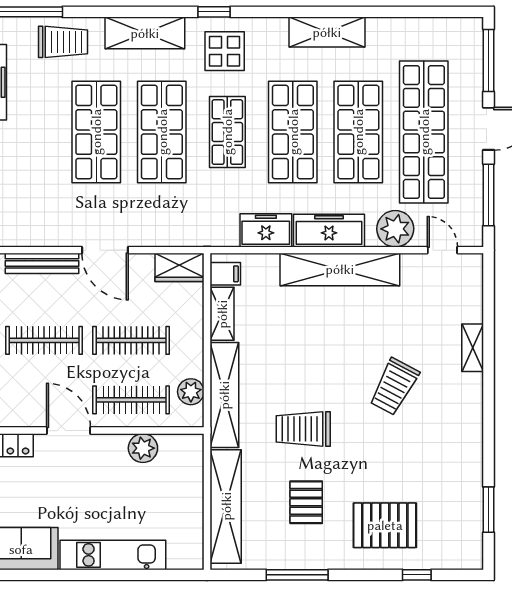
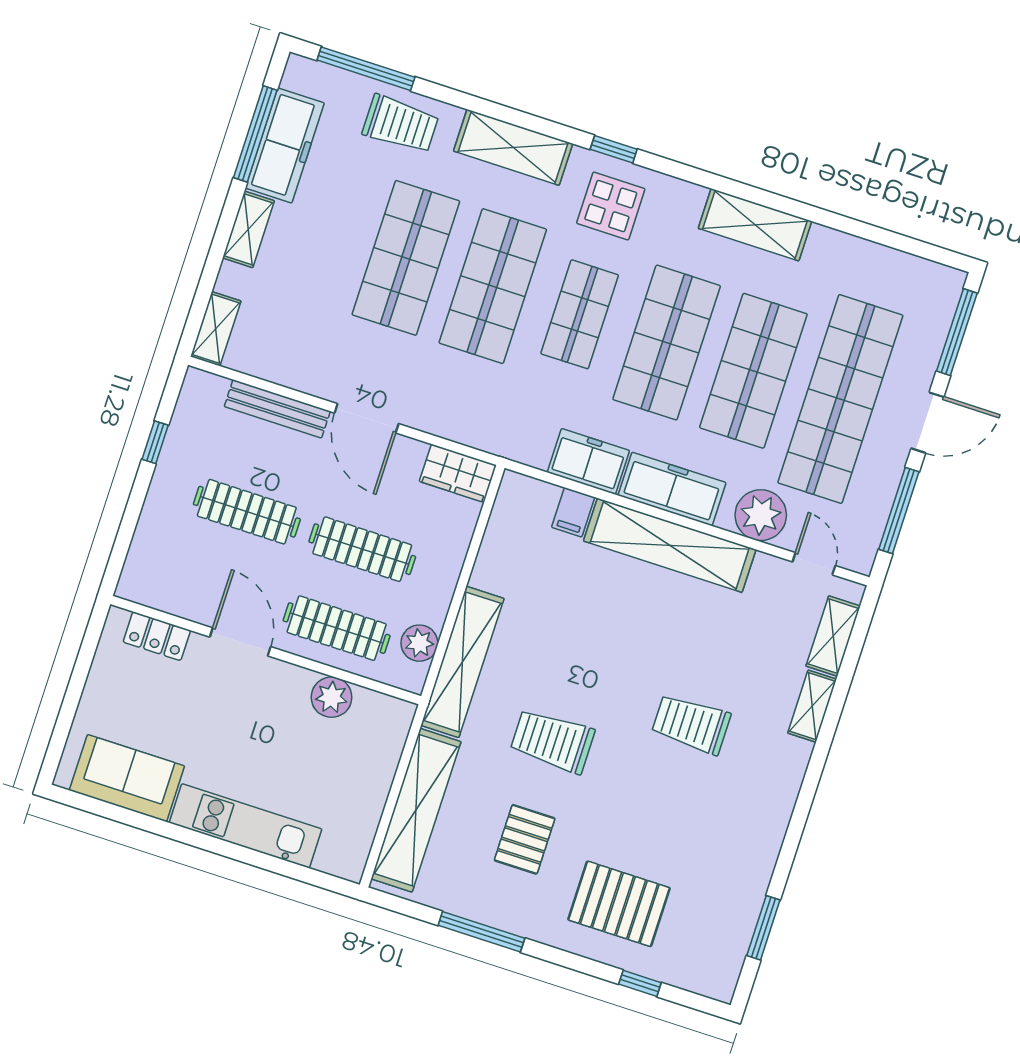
filing cabinet: (225, 274) -> (573, 512), moved, turned 90
shelving: (222, 314) -> (833, 636), moved
trolley: (394, 387) -> (691, 724), turned 62

